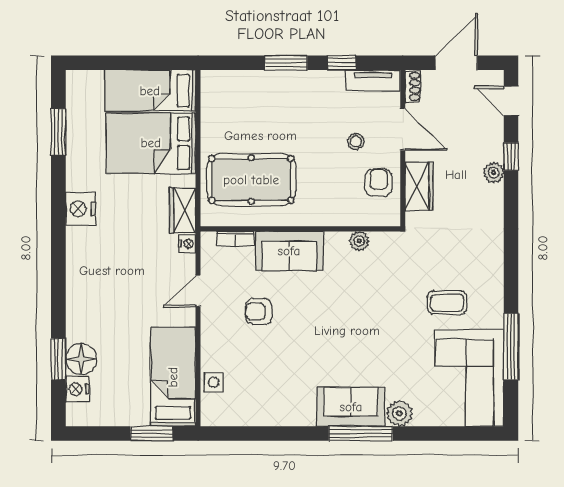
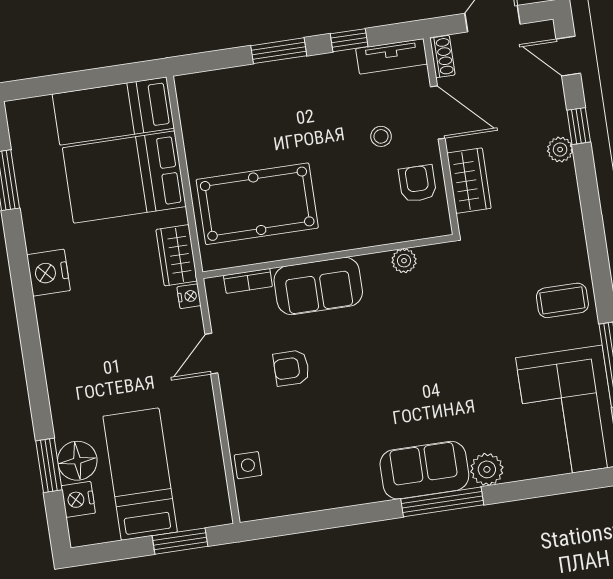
coffee table: (447, 303) -> (562, 300), moved
bed: (173, 377) -> (140, 474), moved

